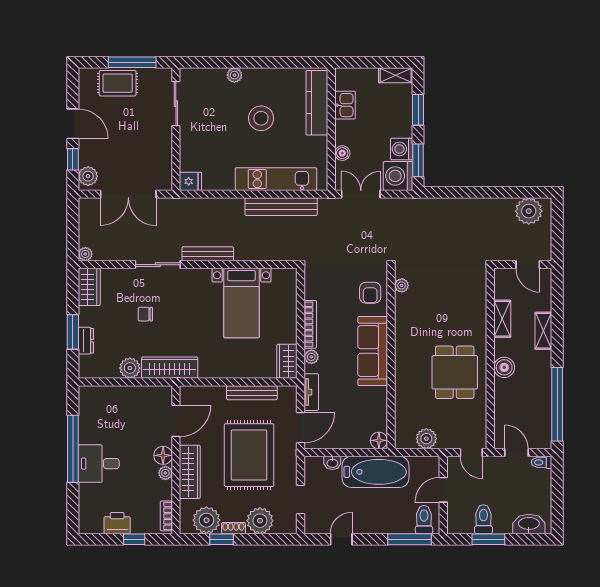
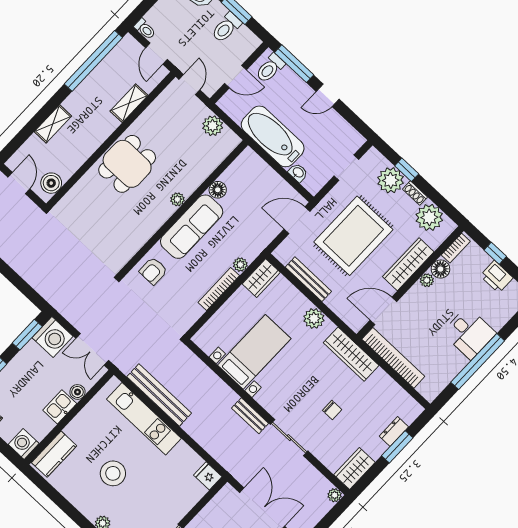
kitchen counter: (317, 103) -> (54, 454), width x0.67
kitchen sink: (345, 105) -> (60, 407), moved
washing machine: (402, 149) -> (24, 444), moved, turned 180
bench: (208, 254) -> (250, 416), width x0.73
plant: (402, 285) -> (177, 199), moved
armchair: (370, 293) -> (153, 271), turned 180
shelving: (502, 319) -> (129, 103), moved
boiler: (504, 367) -> (51, 183), moved
plant: (130, 368) -> (314, 318), moved
dining table: (455, 372) -> (127, 164), moved
tv unit: (311, 392) -> (265, 239), removed
bookcase: (137, 394) -> (393, 358), added
floor lamp: (379, 440) -> (218, 190), moved
floor lamp: (163, 455) -> (440, 269), moved
window: (221, 539) -> (407, 170), moved
door: (341, 539) -> (328, 95), moved

